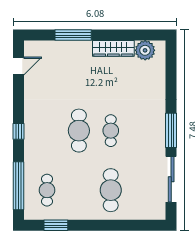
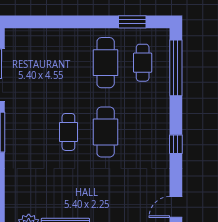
window: (19, 131) -> (176, 144), moved
cafe table: (111, 190) -> (106, 63), moved

